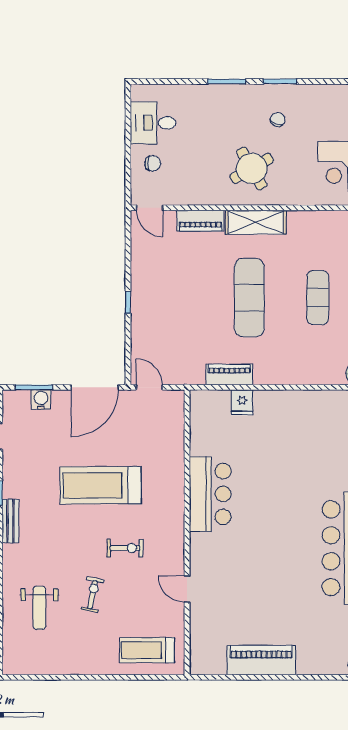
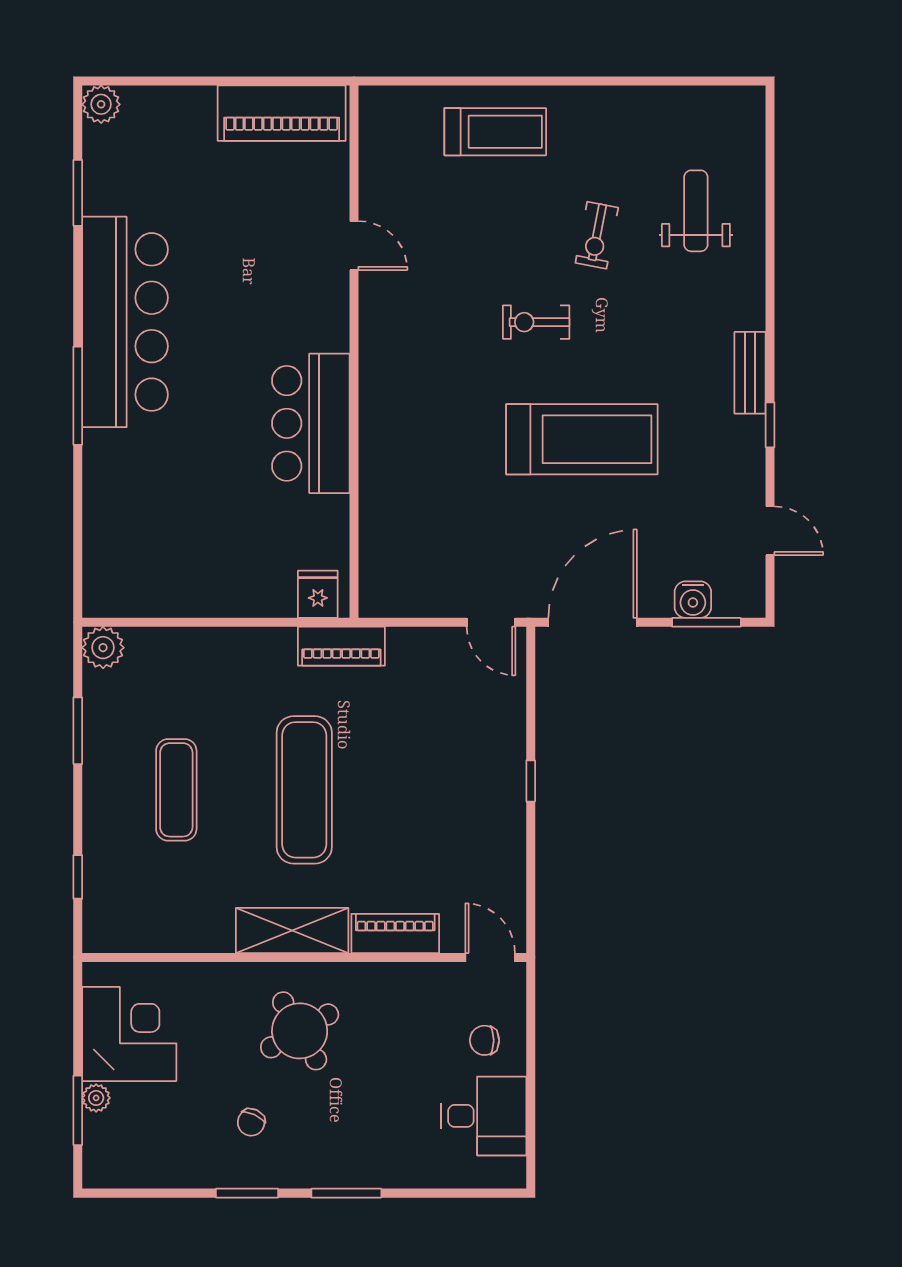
bar counter: (210, 494) -> (311, 423), moved
wall: (187, 532) -> (354, 352), moved
door: (187, 589) -> (354, 246), moved

